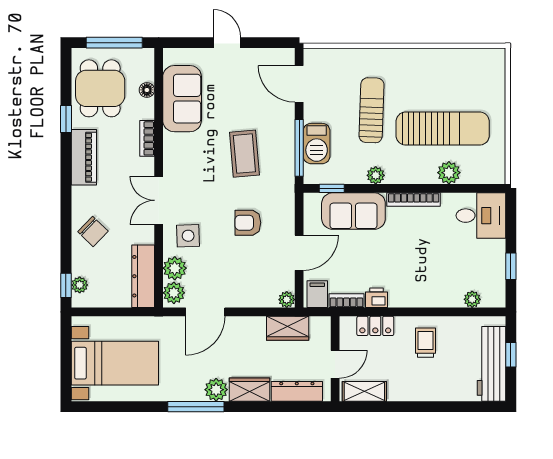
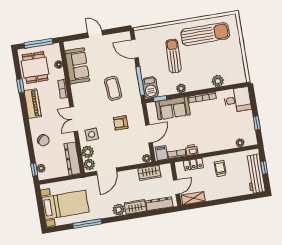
sun lounger: (443, 129) -> (205, 34), moved
barbecue: (317, 144) -> (150, 88), moved
window: (196, 407) -> (87, 224), moved

